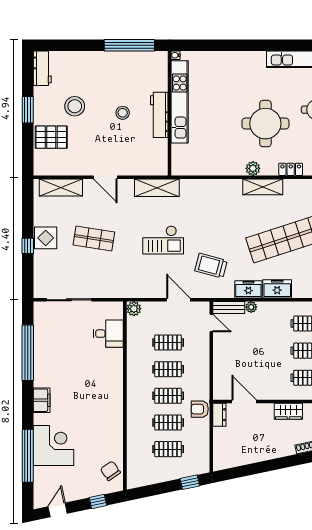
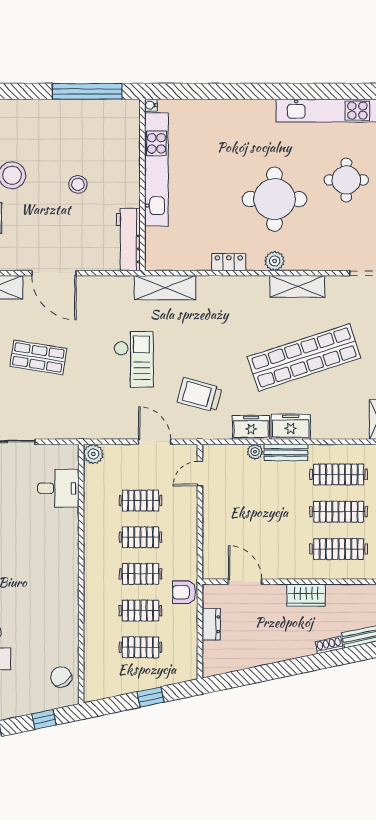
workbench: (159, 115) -> (128, 240), moved
plant: (253, 168) -> (275, 261), moved
locker: (291, 169) -> (229, 262), moved
door: (105, 177) -> (54, 273), width x1.36
shelving: (263, 187) -> (297, 286), moved
shelving: (157, 188) -> (165, 288), moved
checkout: (163, 240) -> (134, 359), turned -90
bench: (229, 308) -> (286, 452), moved
door: (211, 323) -> (200, 474), swing flipped
dresser: (219, 415) -> (211, 624), moved
window: (190, 482) -> (150, 697), moved

